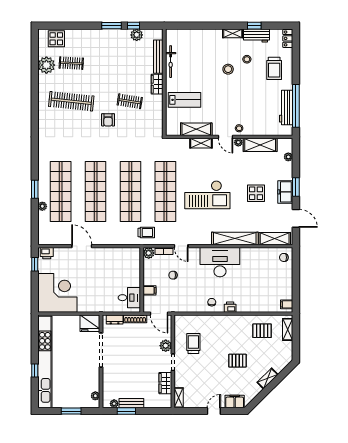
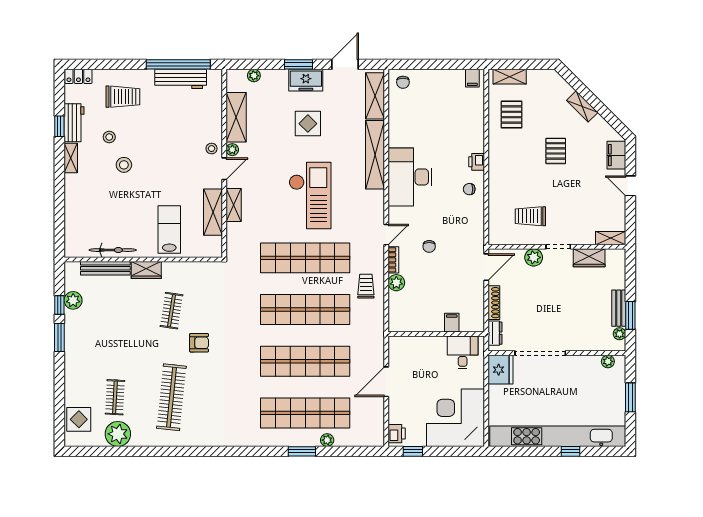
wall: (142, 280) -> (436, 334), moved
filing cabinet: (149, 290) -> (452, 323), moved
desk: (129, 298) -> (463, 352), moved

